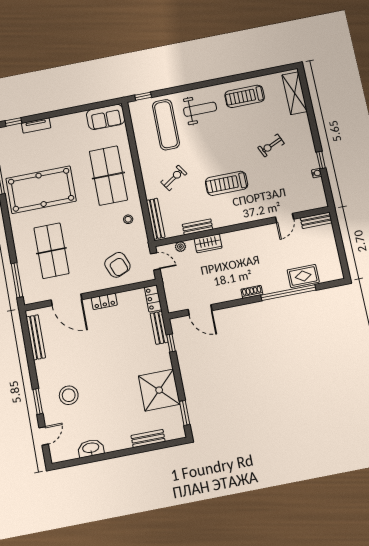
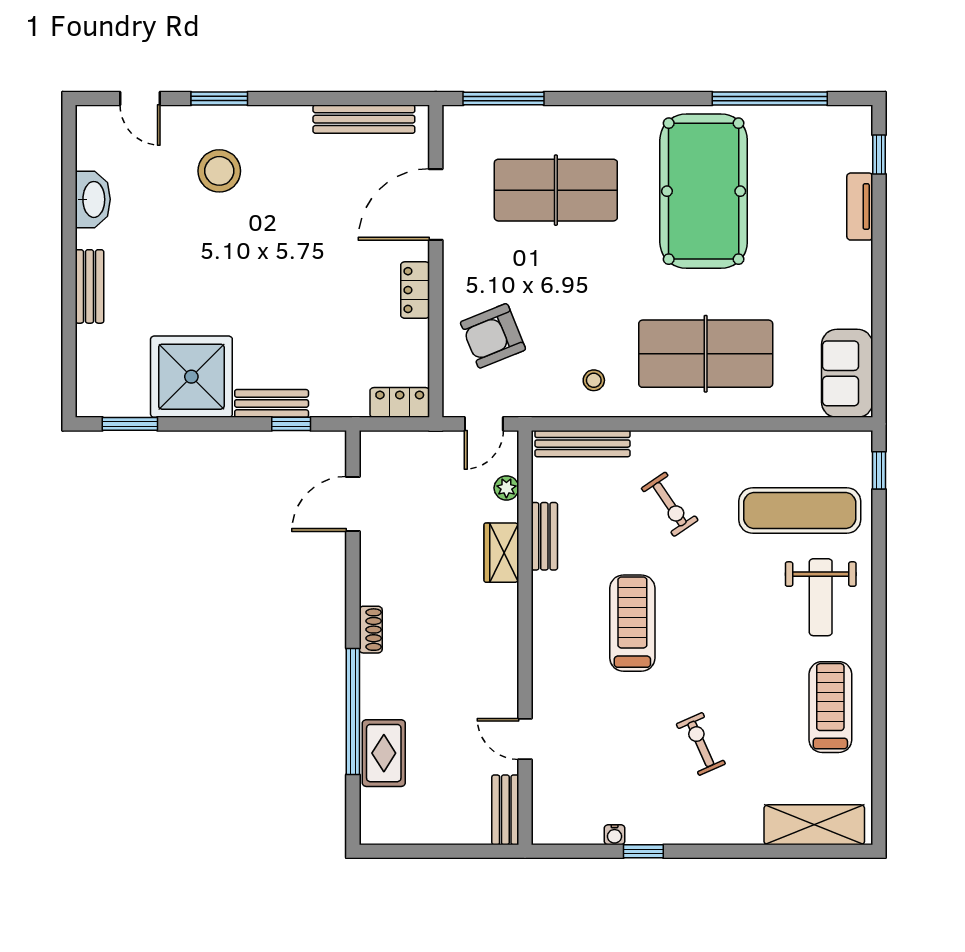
bench: (159, 328) -> (272, 403), moved
bench: (148, 439) -> (89, 286), moved

